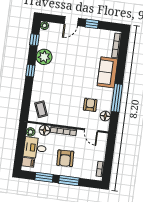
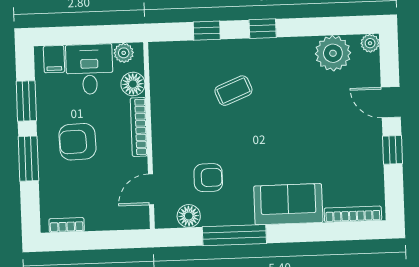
window: (34, 40) -> (207, 31), moved
plant: (44, 57) -> (333, 53), moved
coffee table: (41, 109) -> (233, 91), moved

